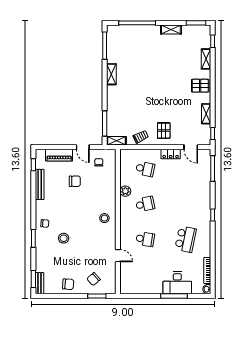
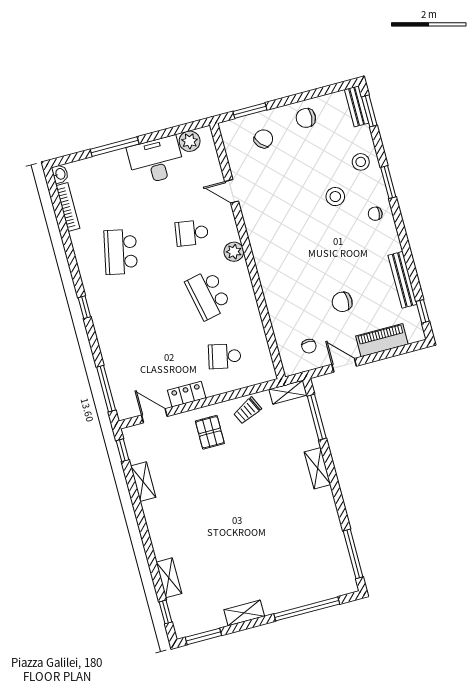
shelving: (111, 74) -> (318, 468), moved
pallet: (200, 86) -> (167, 528), removed
plant: (125, 191) -> (234, 252), moved
school desk: (145, 204) -> (208, 295), width x1.85
stool: (104, 218) -> (361, 162), moved
desk: (177, 283) -> (156, 160), moved
plant: (133, 288) -> (190, 141), added

